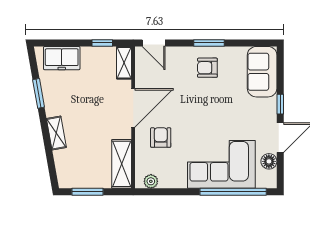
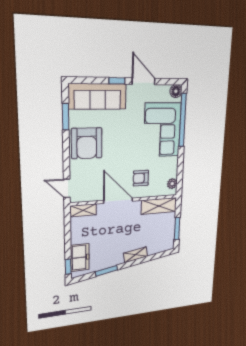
window: (102, 43) -> (68, 267), moved
door: (154, 43) -> (67, 188), swing flipped
window: (209, 43) -> (66, 117), moved
armchair: (207, 68) -> (87, 143), width x1.88, depth x1.88
sofa: (262, 72) -> (98, 96), width x1.36
floor lamp: (269, 161) -> (176, 91), moved

